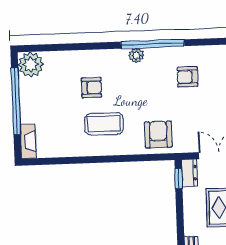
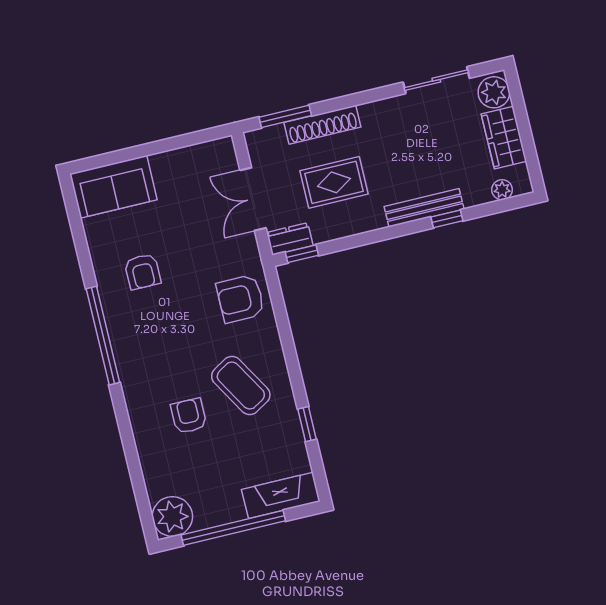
plant: (136, 55) -> (125, 357), removed
coffee table: (104, 124) -> (241, 385), turned -31
fireplace: (28, 141) -> (281, 495), width x1.37, depth x1.32
window: (71, 160) -> (307, 424), added

